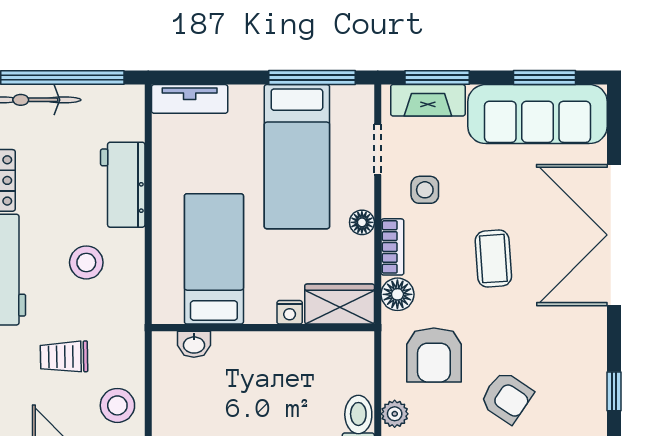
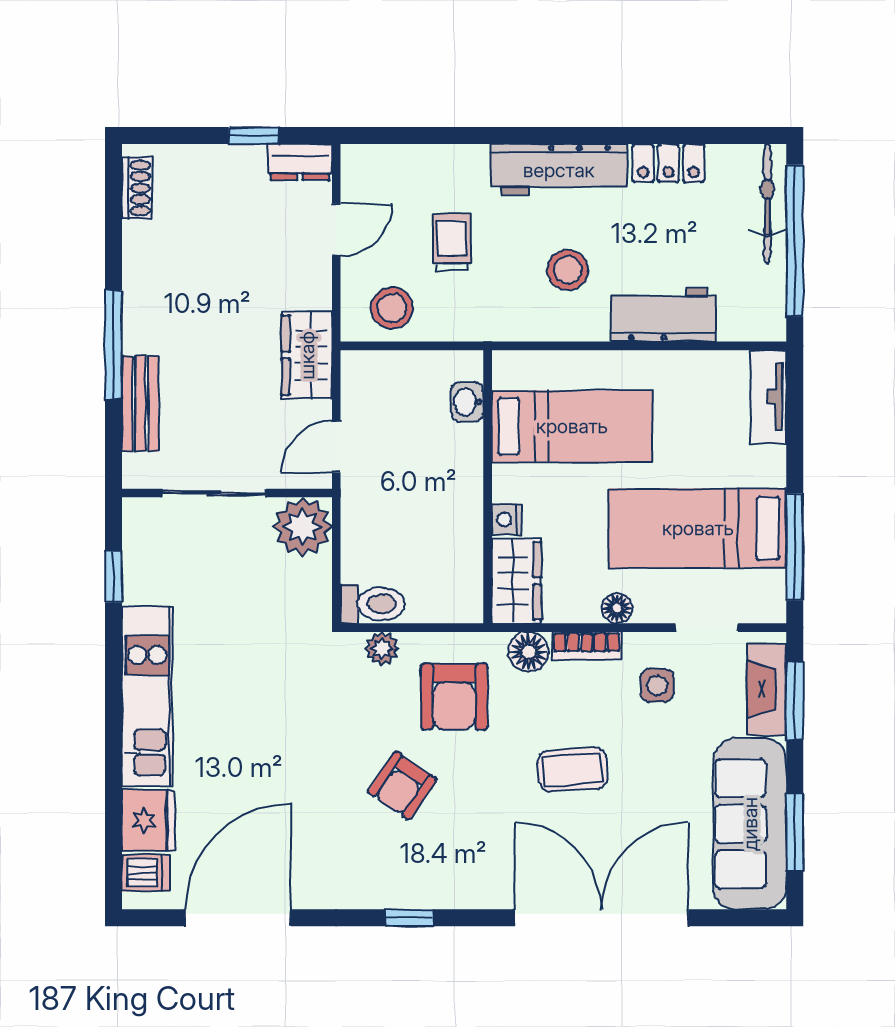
armchair: (434, 355) -> (454, 697), turned -90

